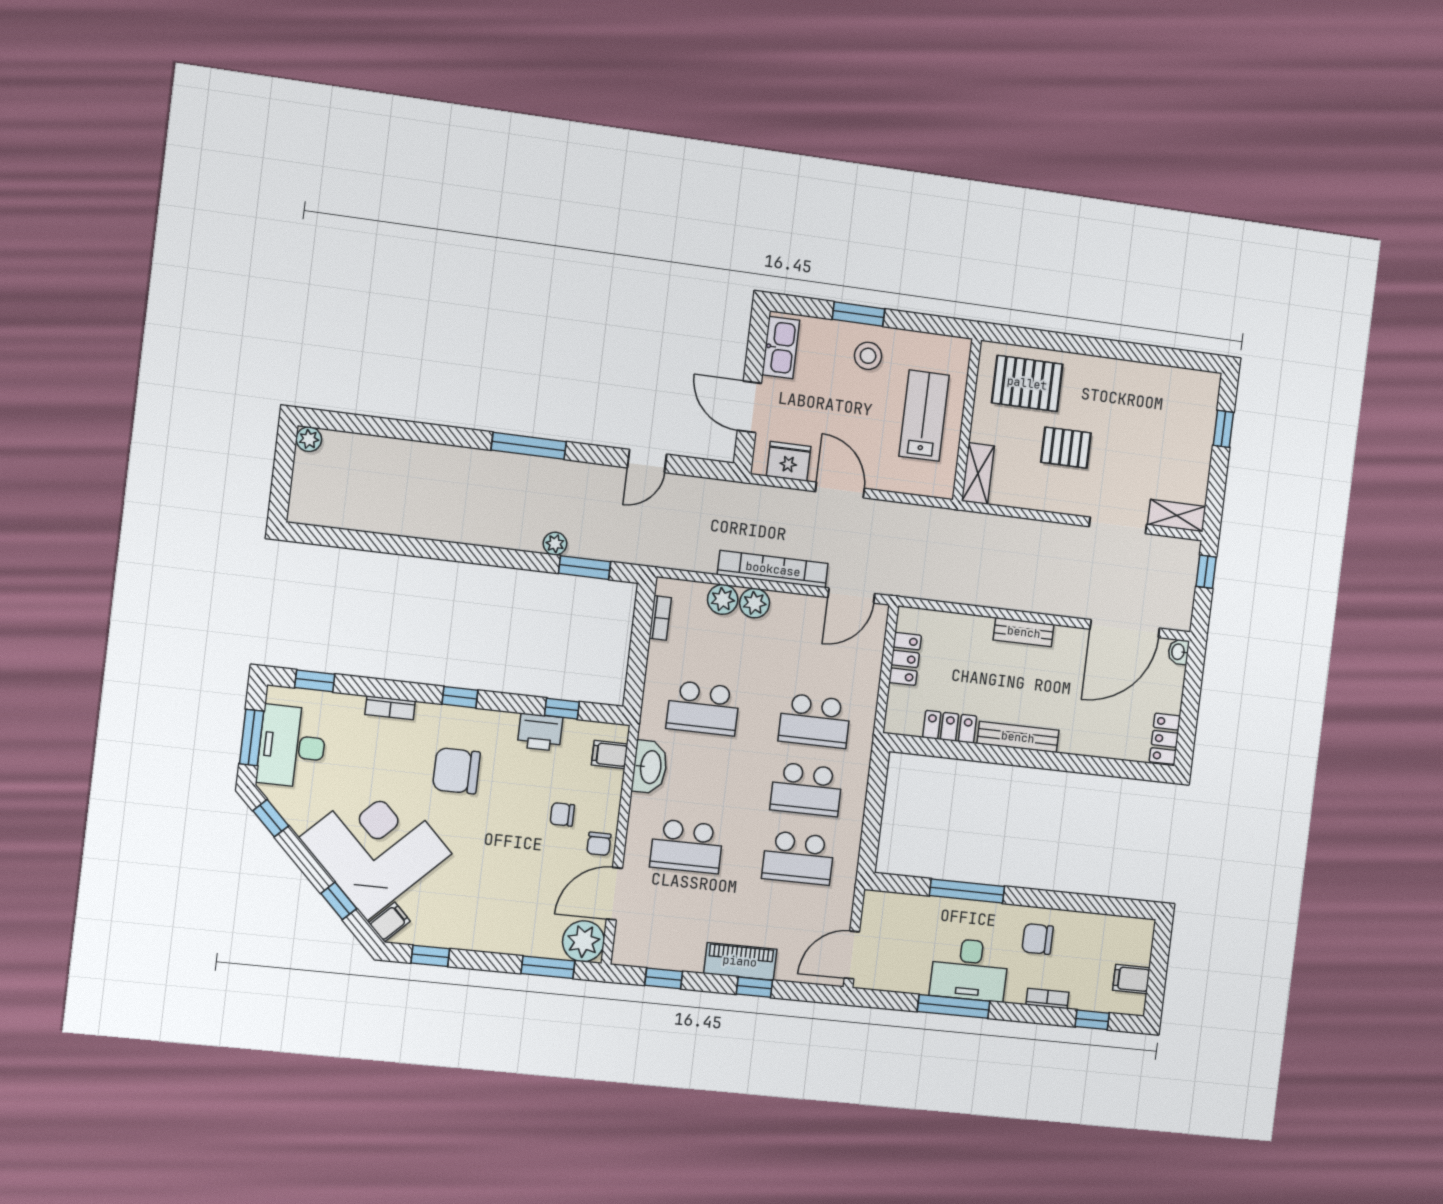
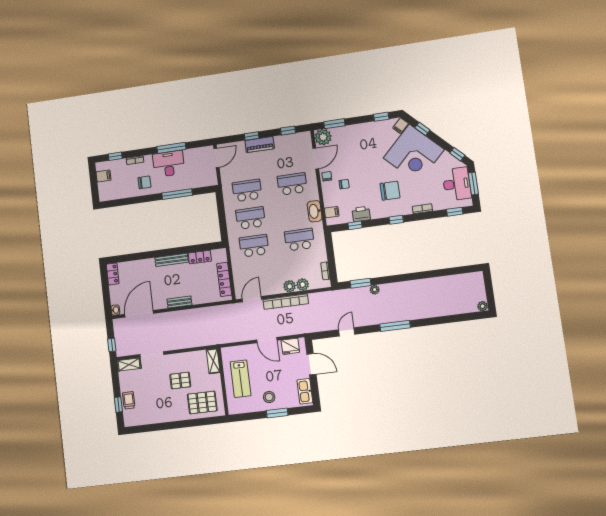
trolley: (1197, 432) -> (129, 400), added
locker: (905, 659) -> (224, 279), width x1.53

